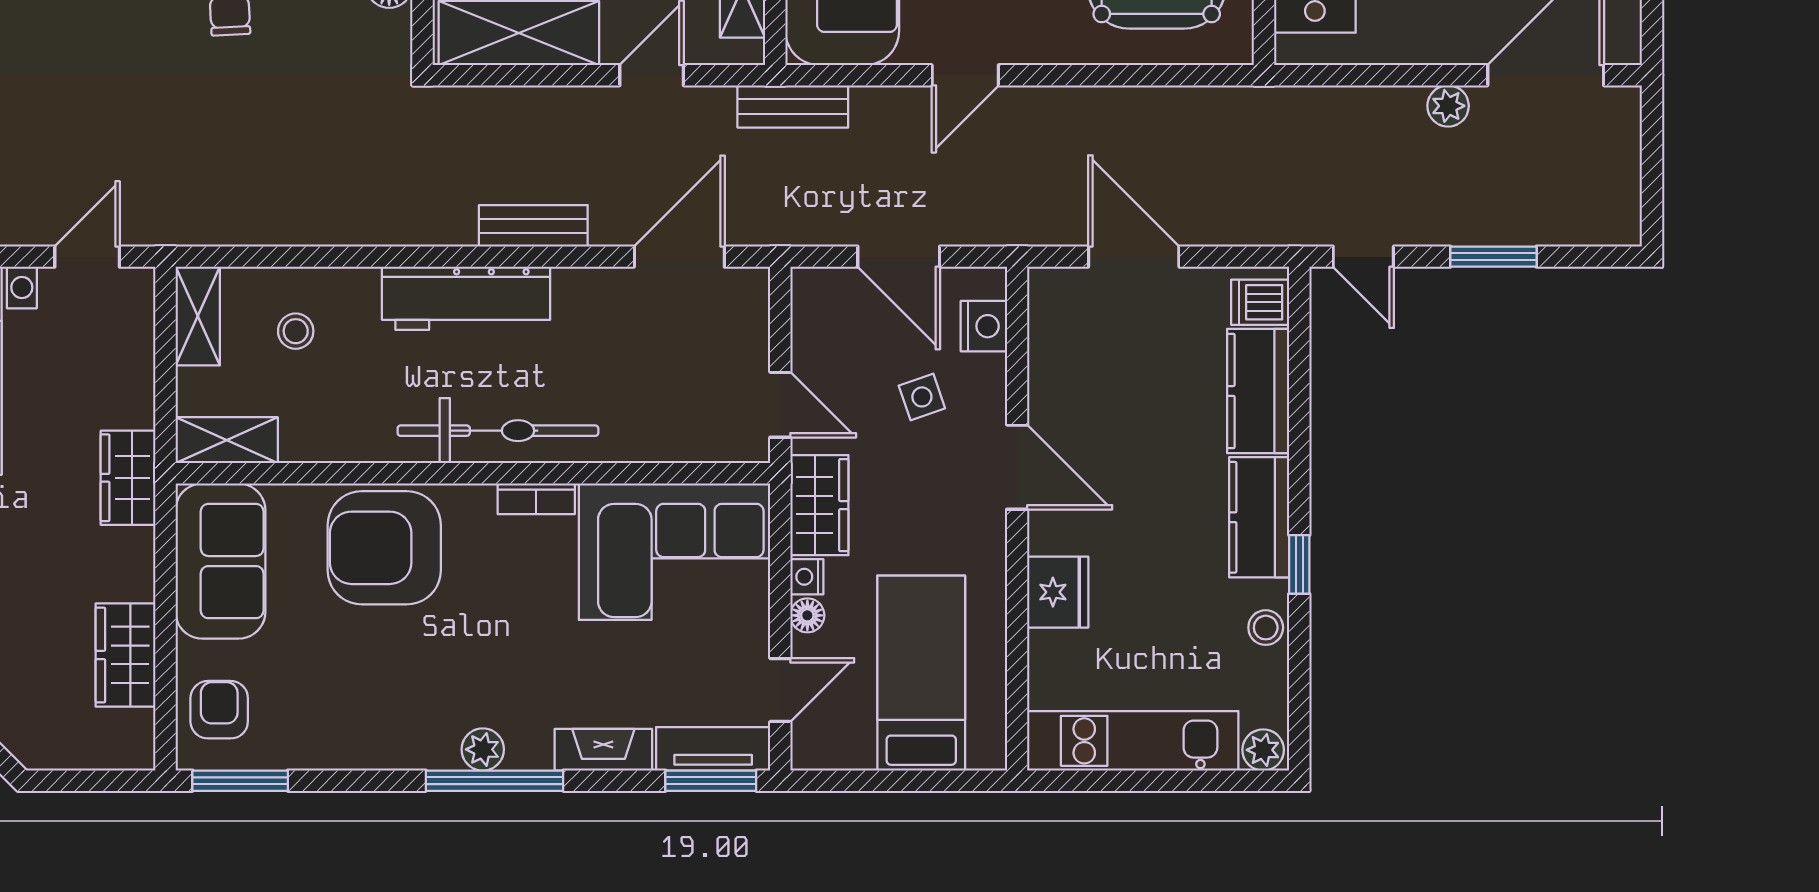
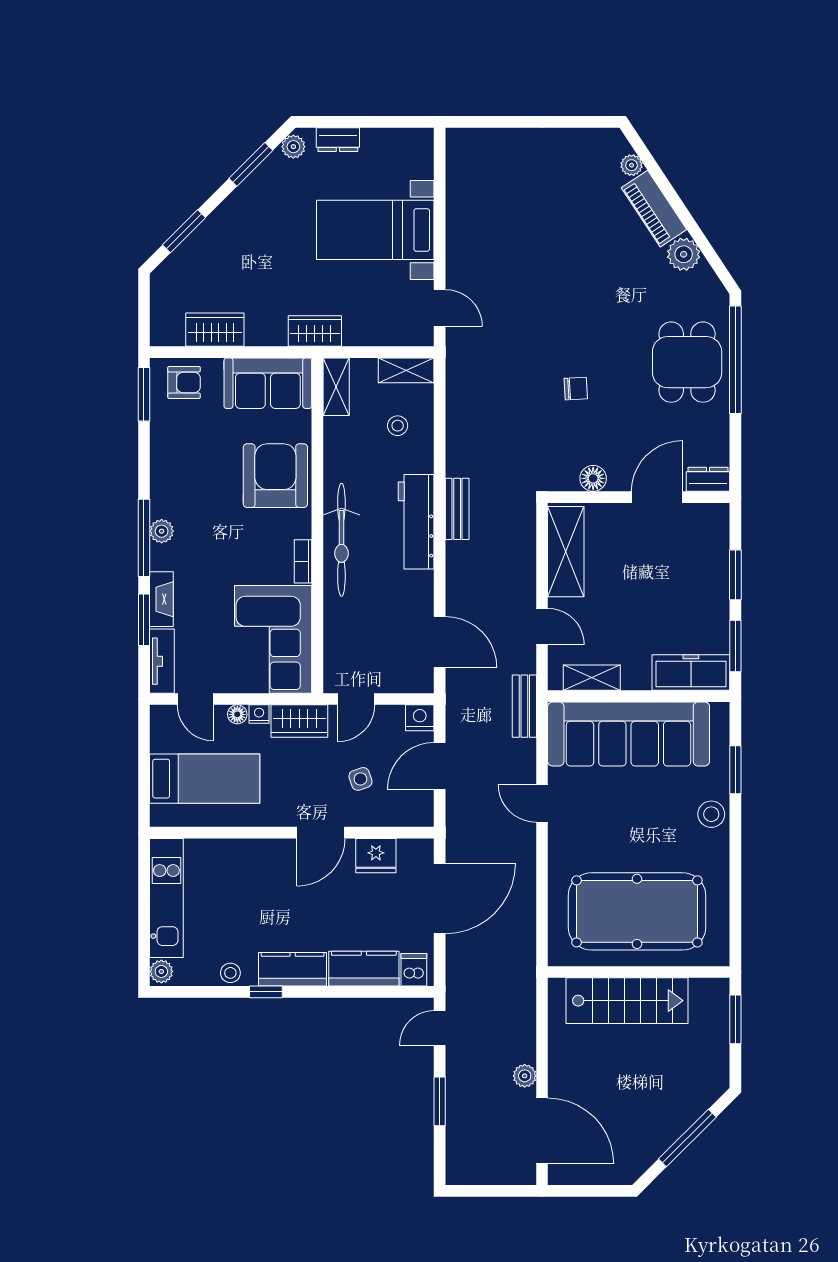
bench: (533, 226) -> (457, 509), moved
door: (1134, 257) -> (440, 898), width x1.36
nightstand: (984, 326) -> (420, 718), moved, turned 180
fridge: (1058, 592) -> (376, 856), moved
window: (711, 781) -> (144, 620), moved

